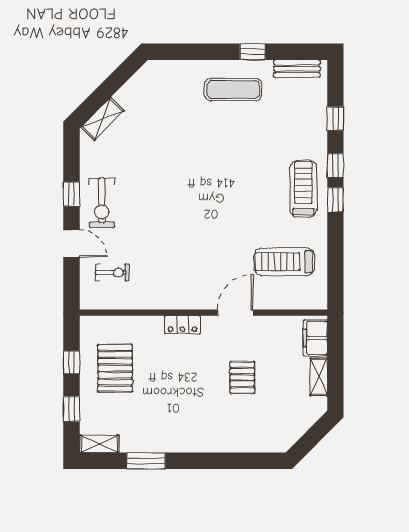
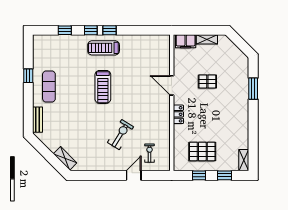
bench: (297, 69) -> (37, 120), moved
window: (72, 194) -> (106, 175), removed
exercise bike: (102, 203) -> (120, 135), moved, turned -58
treadmill: (284, 262) -> (103, 87), moved
window: (146, 461) -> (253, 89), moved

